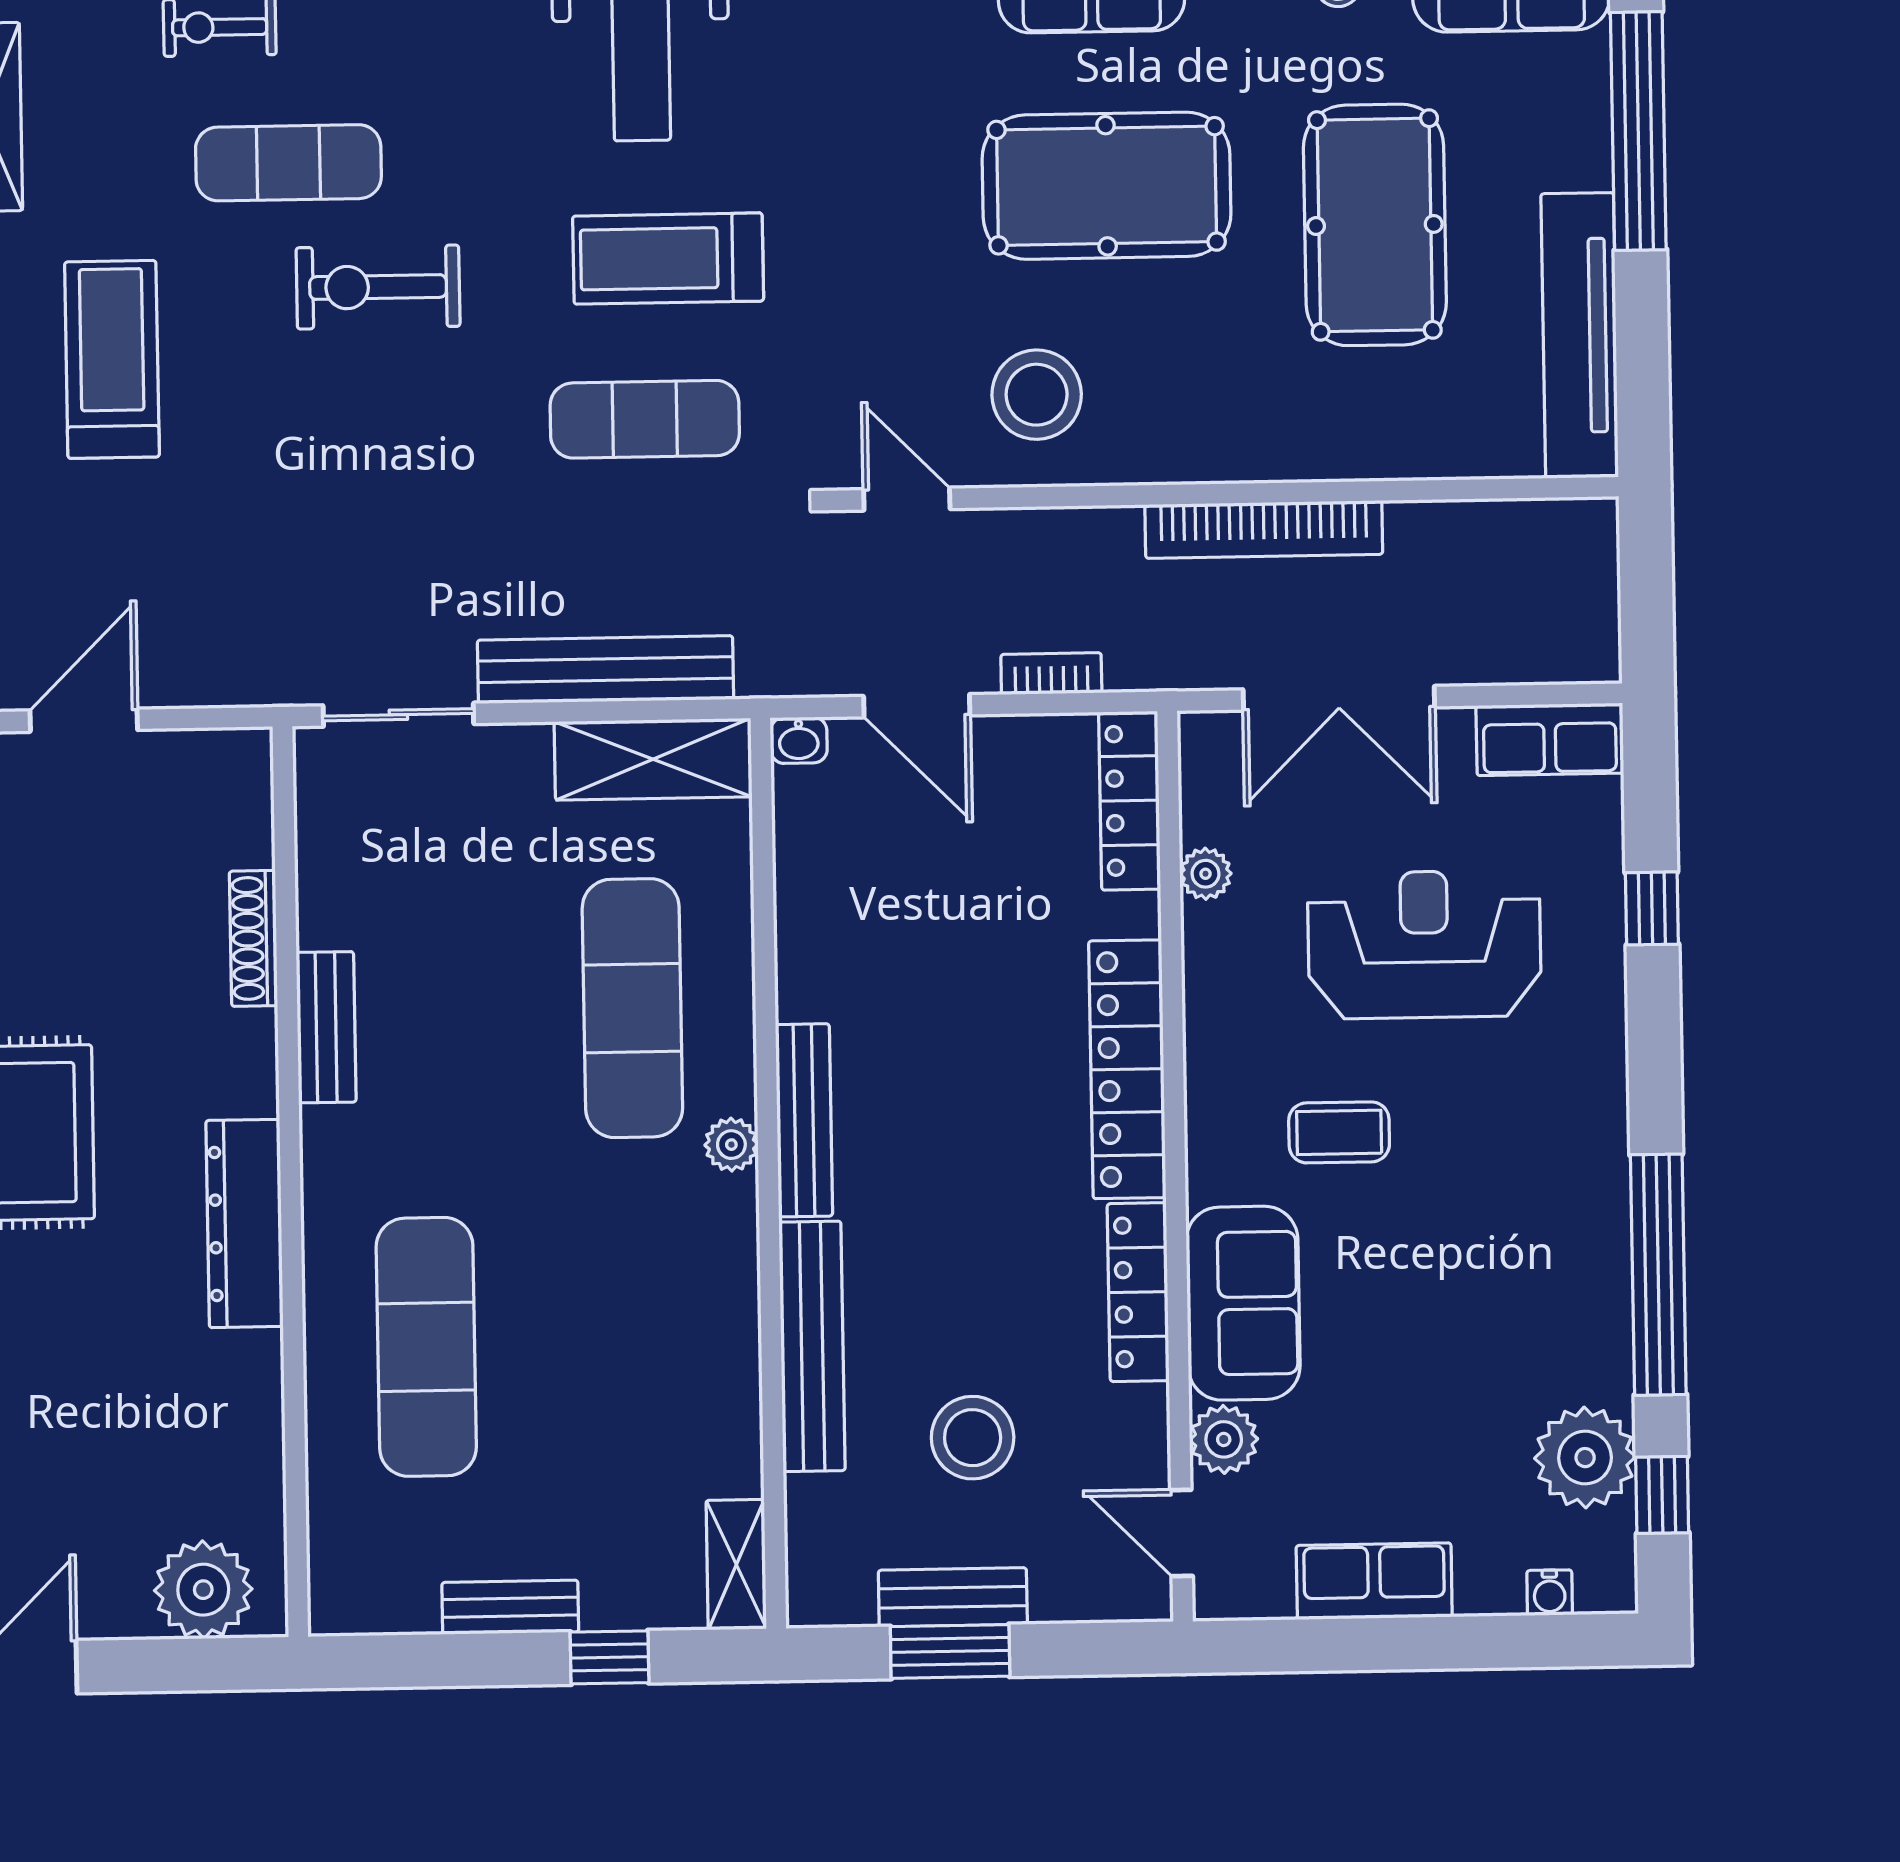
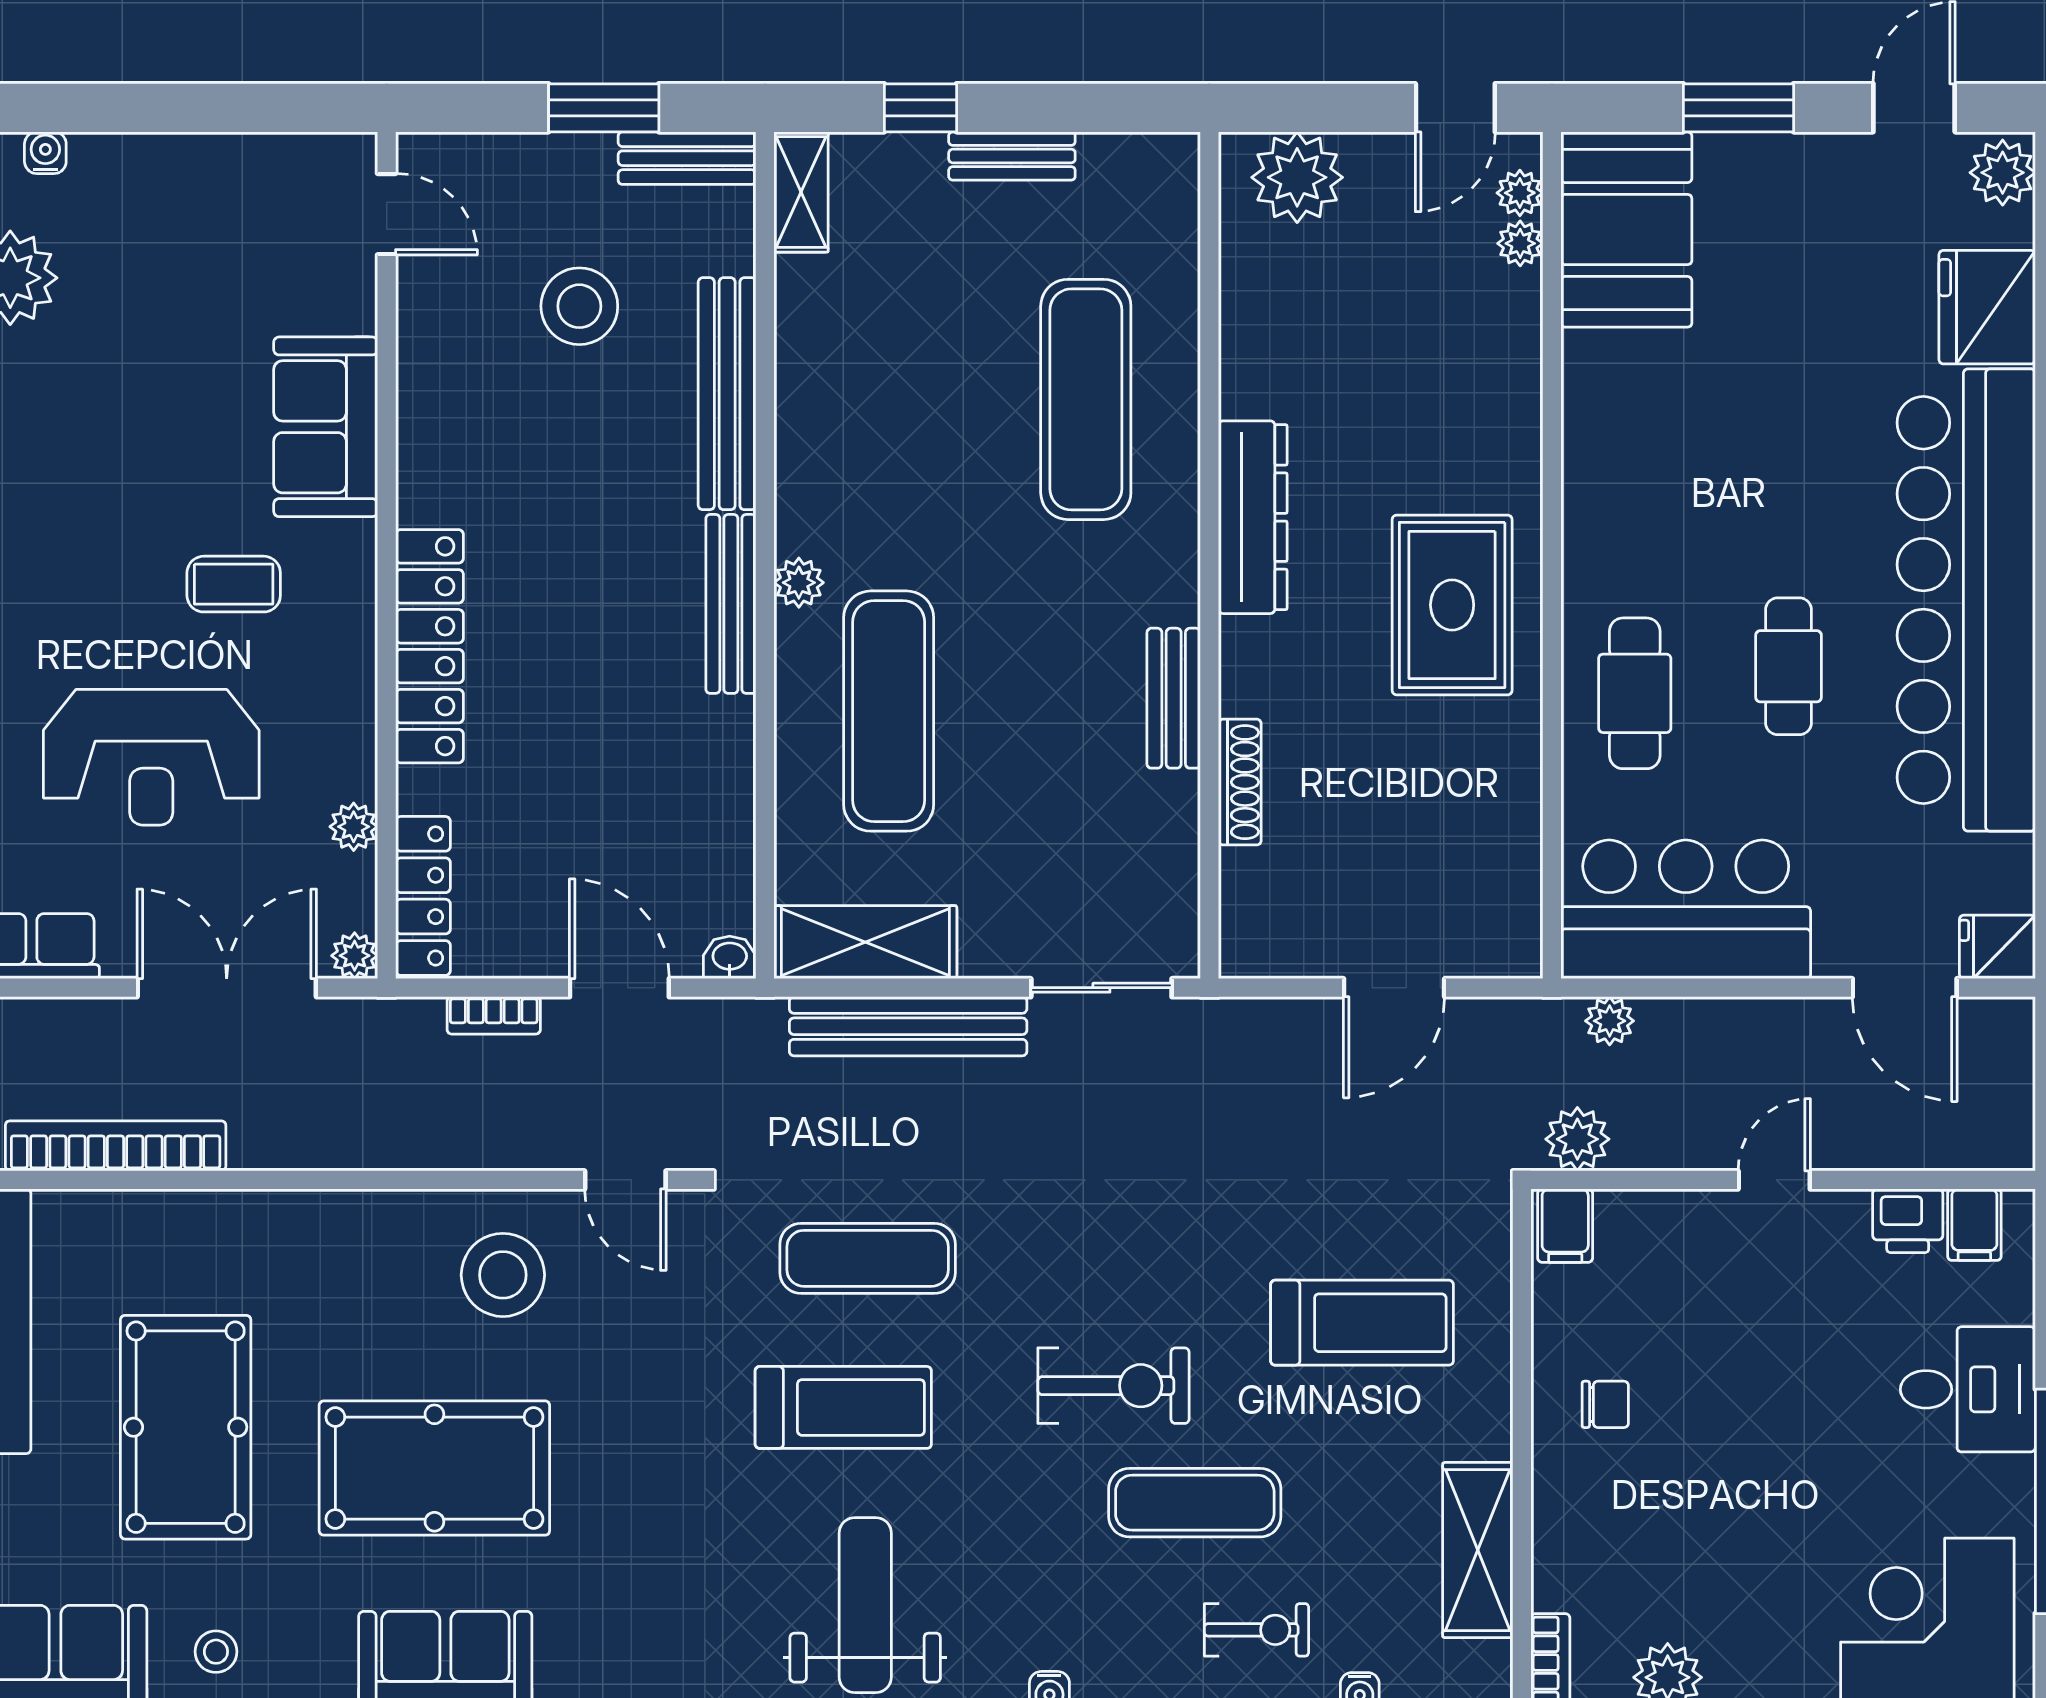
treadmill: (112, 359) -> (1362, 1323), turned -90
bookcase: (1264, 529) -> (116, 1146), moved
locker: (1138, 1292) -> (423, 439), removed
plant: (1224, 1439) -> (355, 956), moved, width x0.73, depth x0.73
row of seats: (1374, 1581) -> (208, 166), removed
bench: (953, 1597) -> (687, 158), moved

